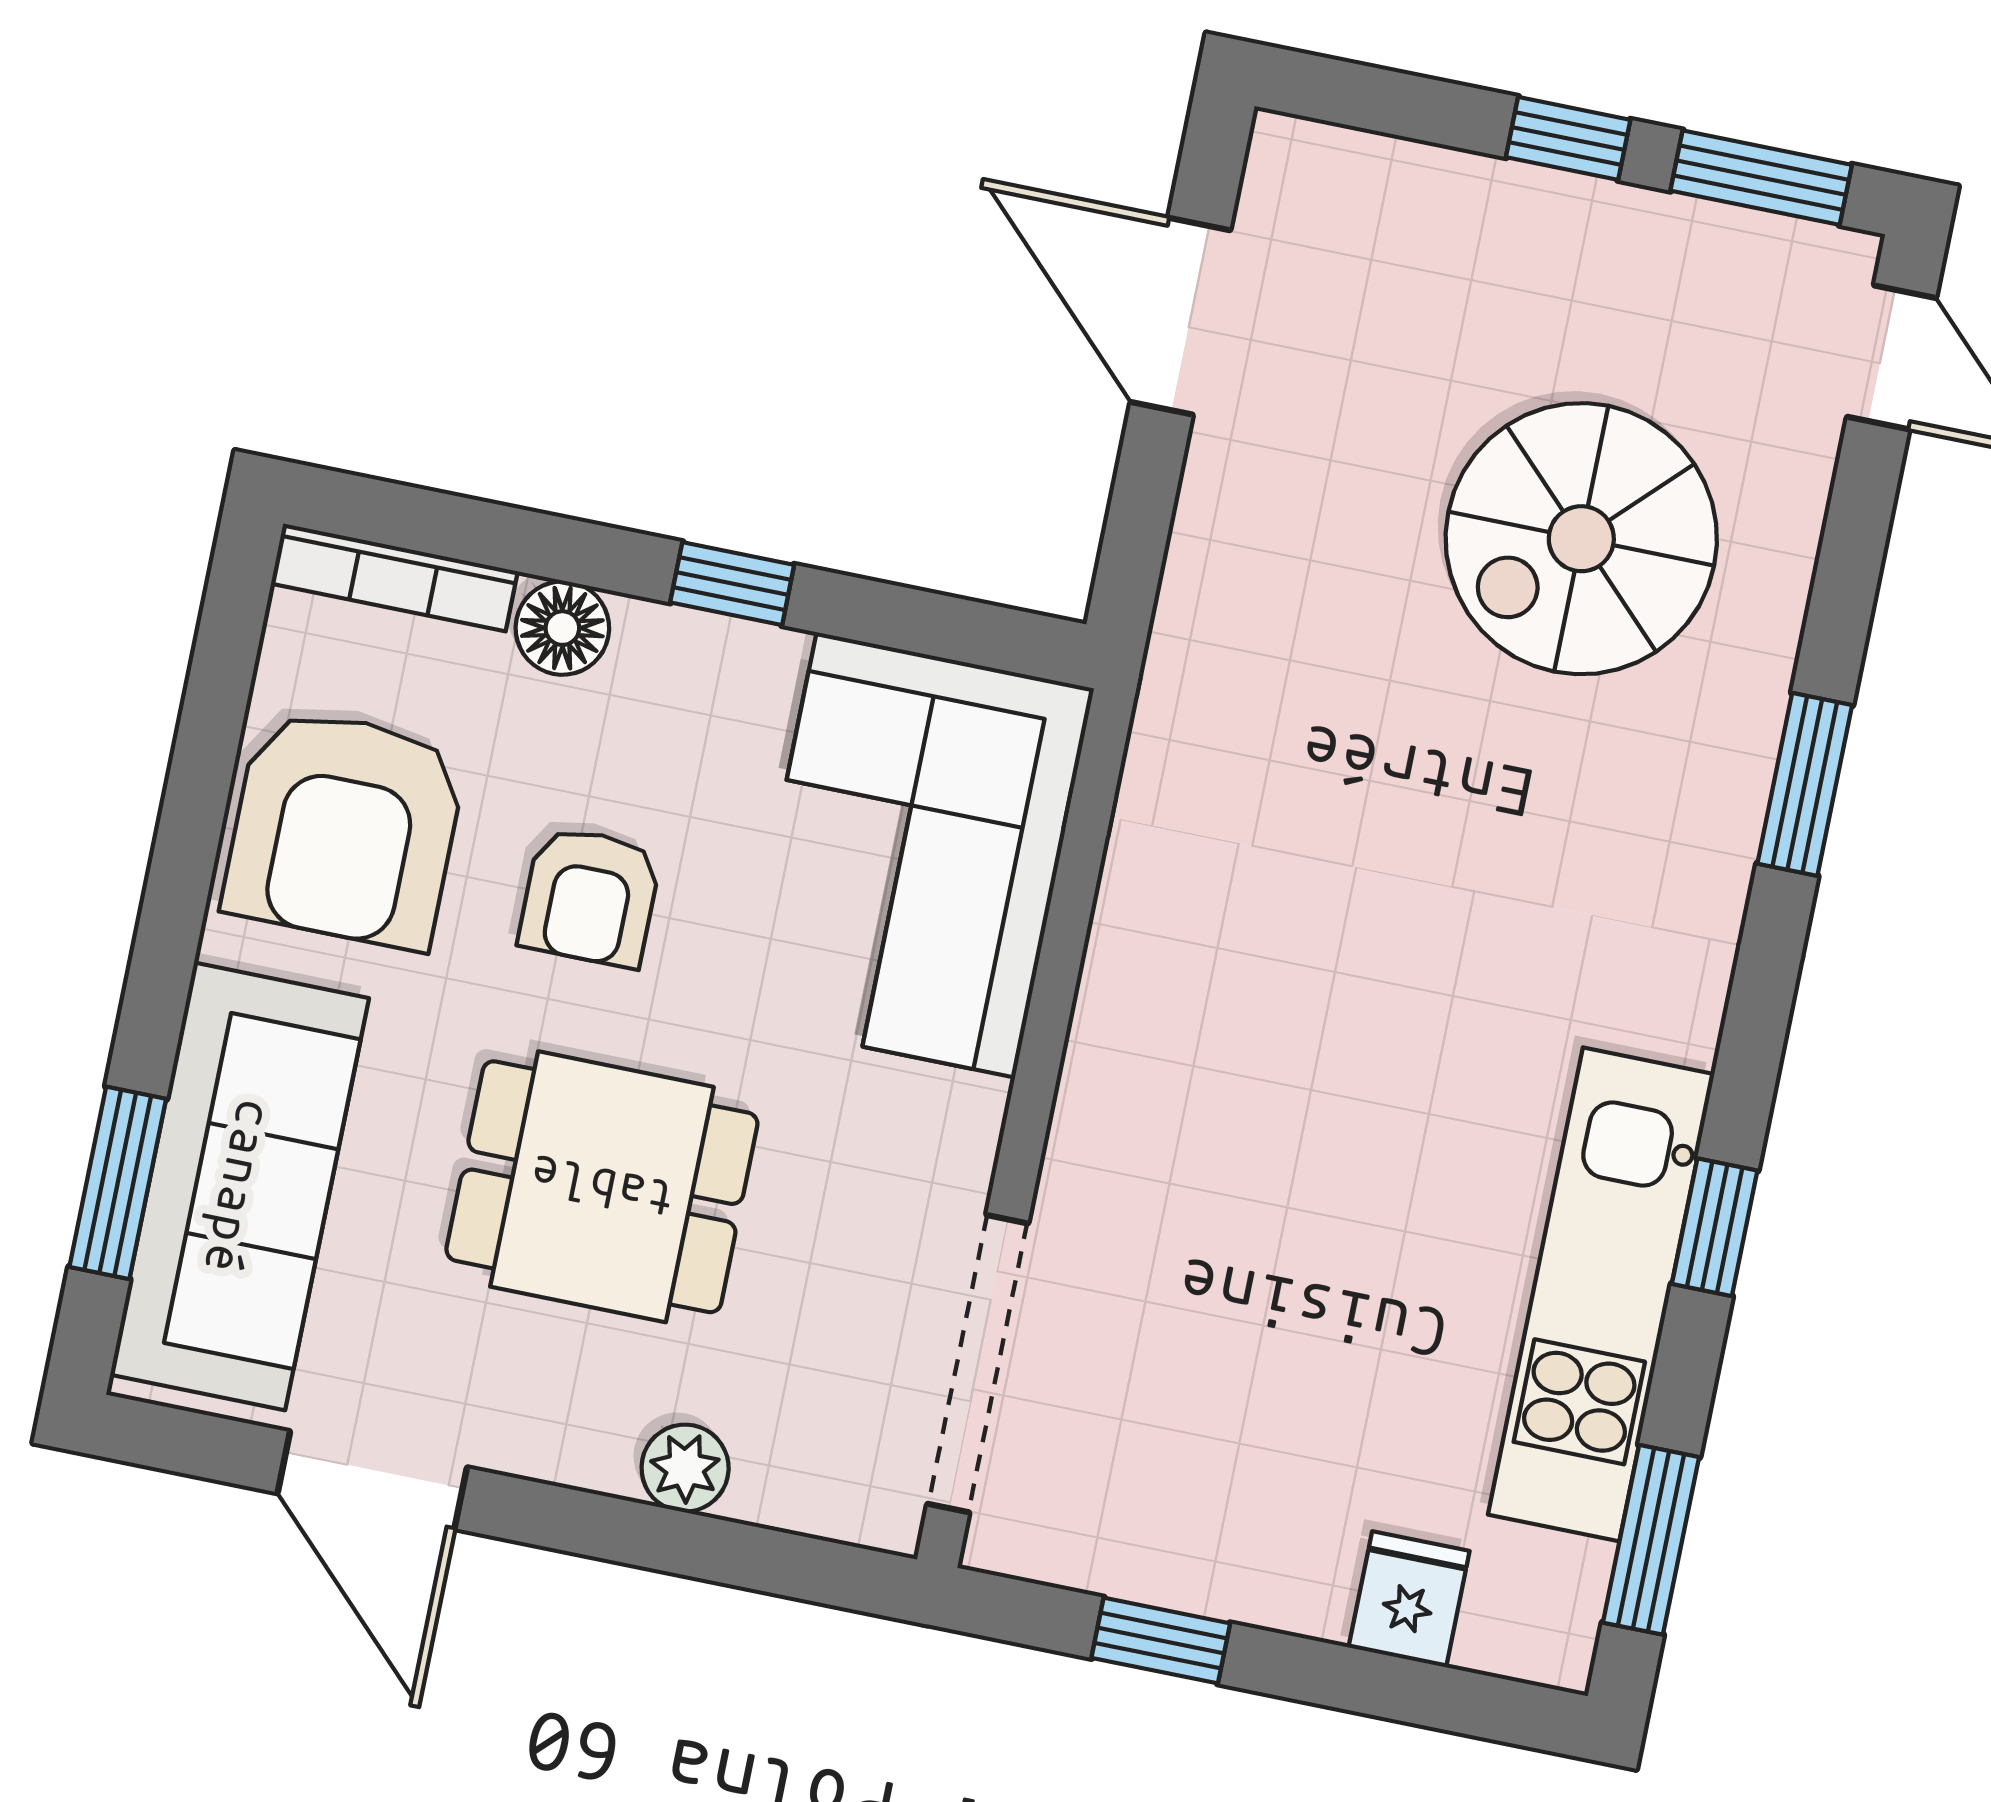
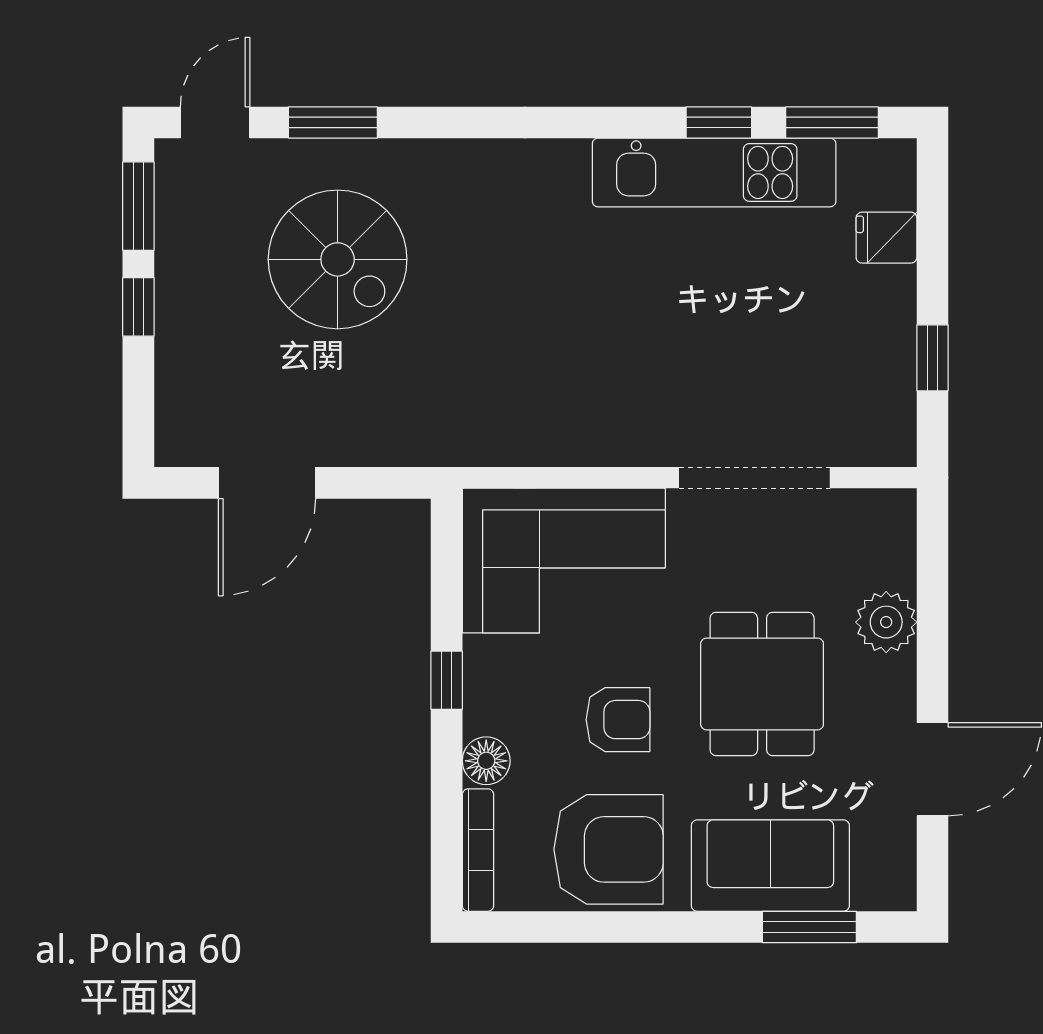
window: (1805, 784) -> (333, 122), moved
sofa: (240, 1186) -> (770, 866), width x0.73
window: (1715, 1227) -> (719, 122), moved
doorway: (978, 1364) -> (755, 478), moved
plant: (685, 1468) -> (886, 622), width x1.38, depth x1.38

